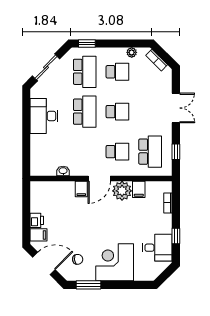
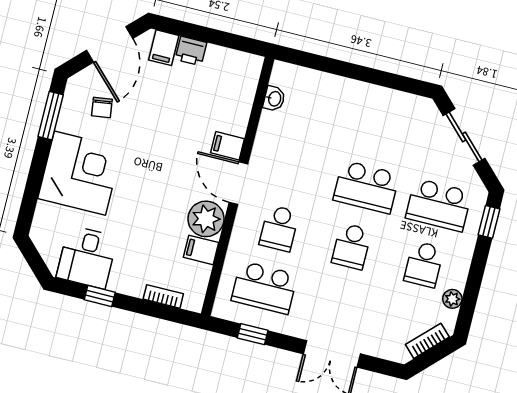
desk: (44, 116) -> (377, 111), removed
washbasin: (63, 171) -> (274, 99), moved

